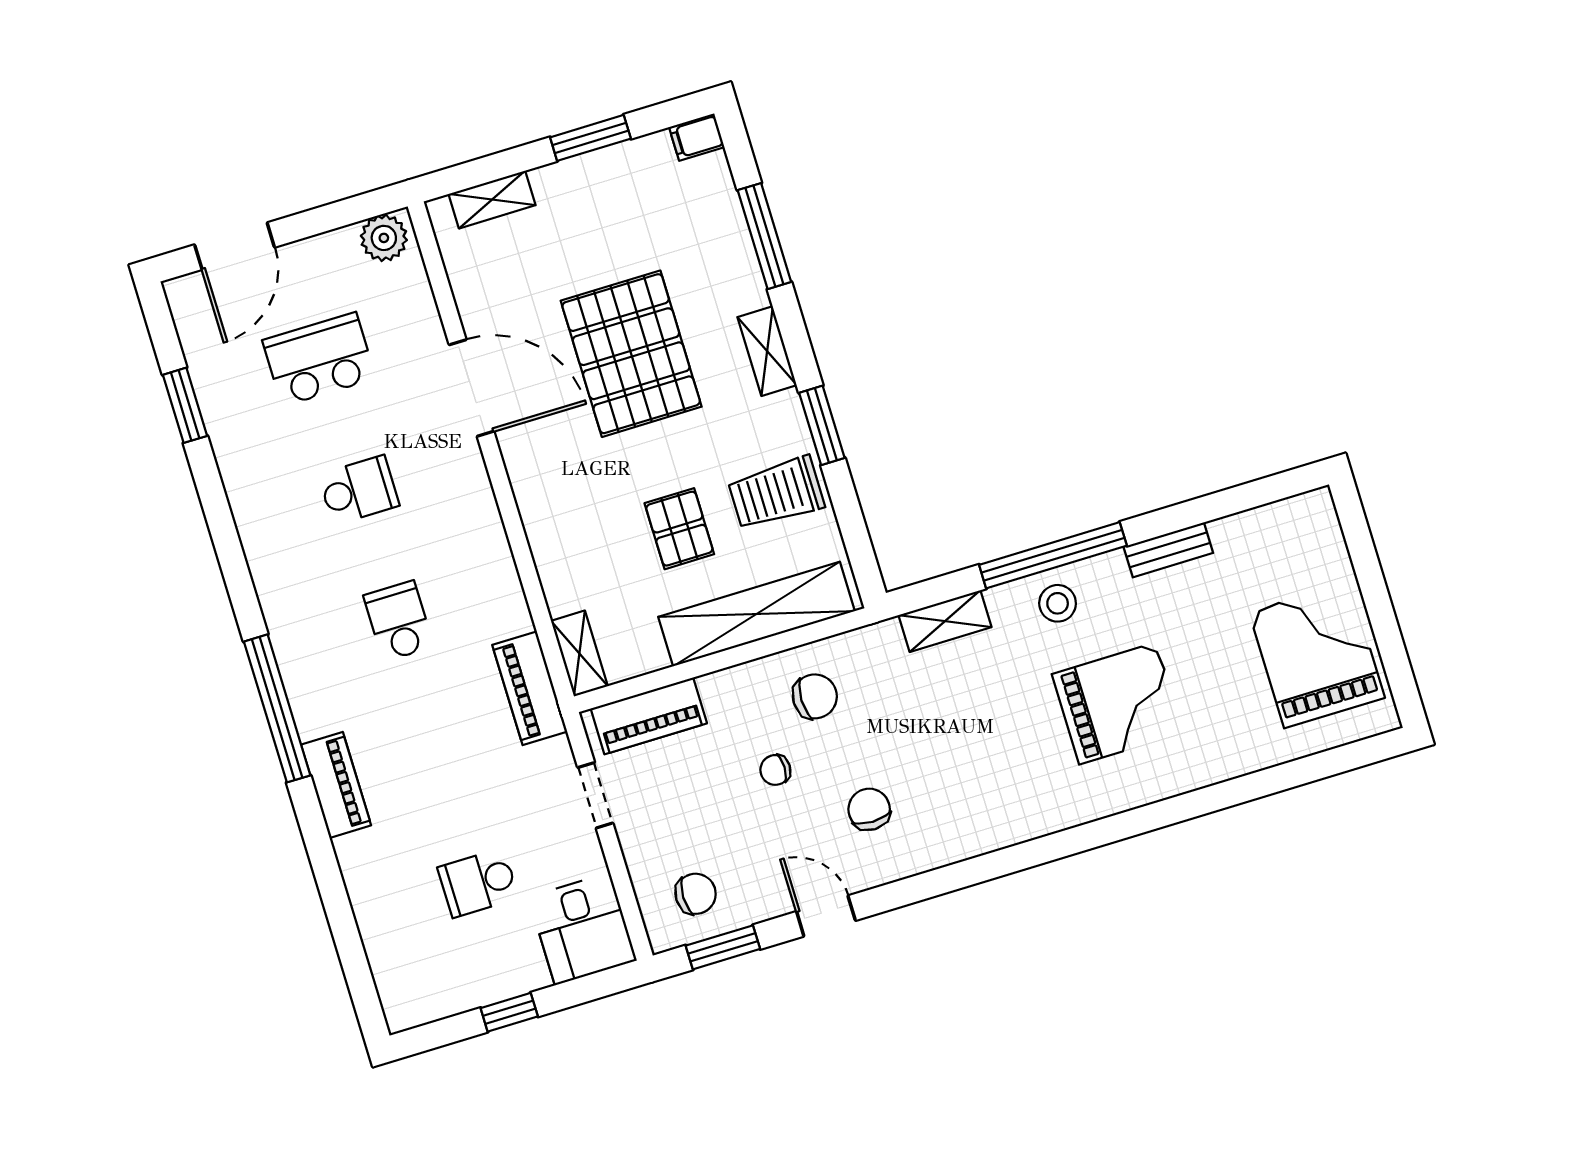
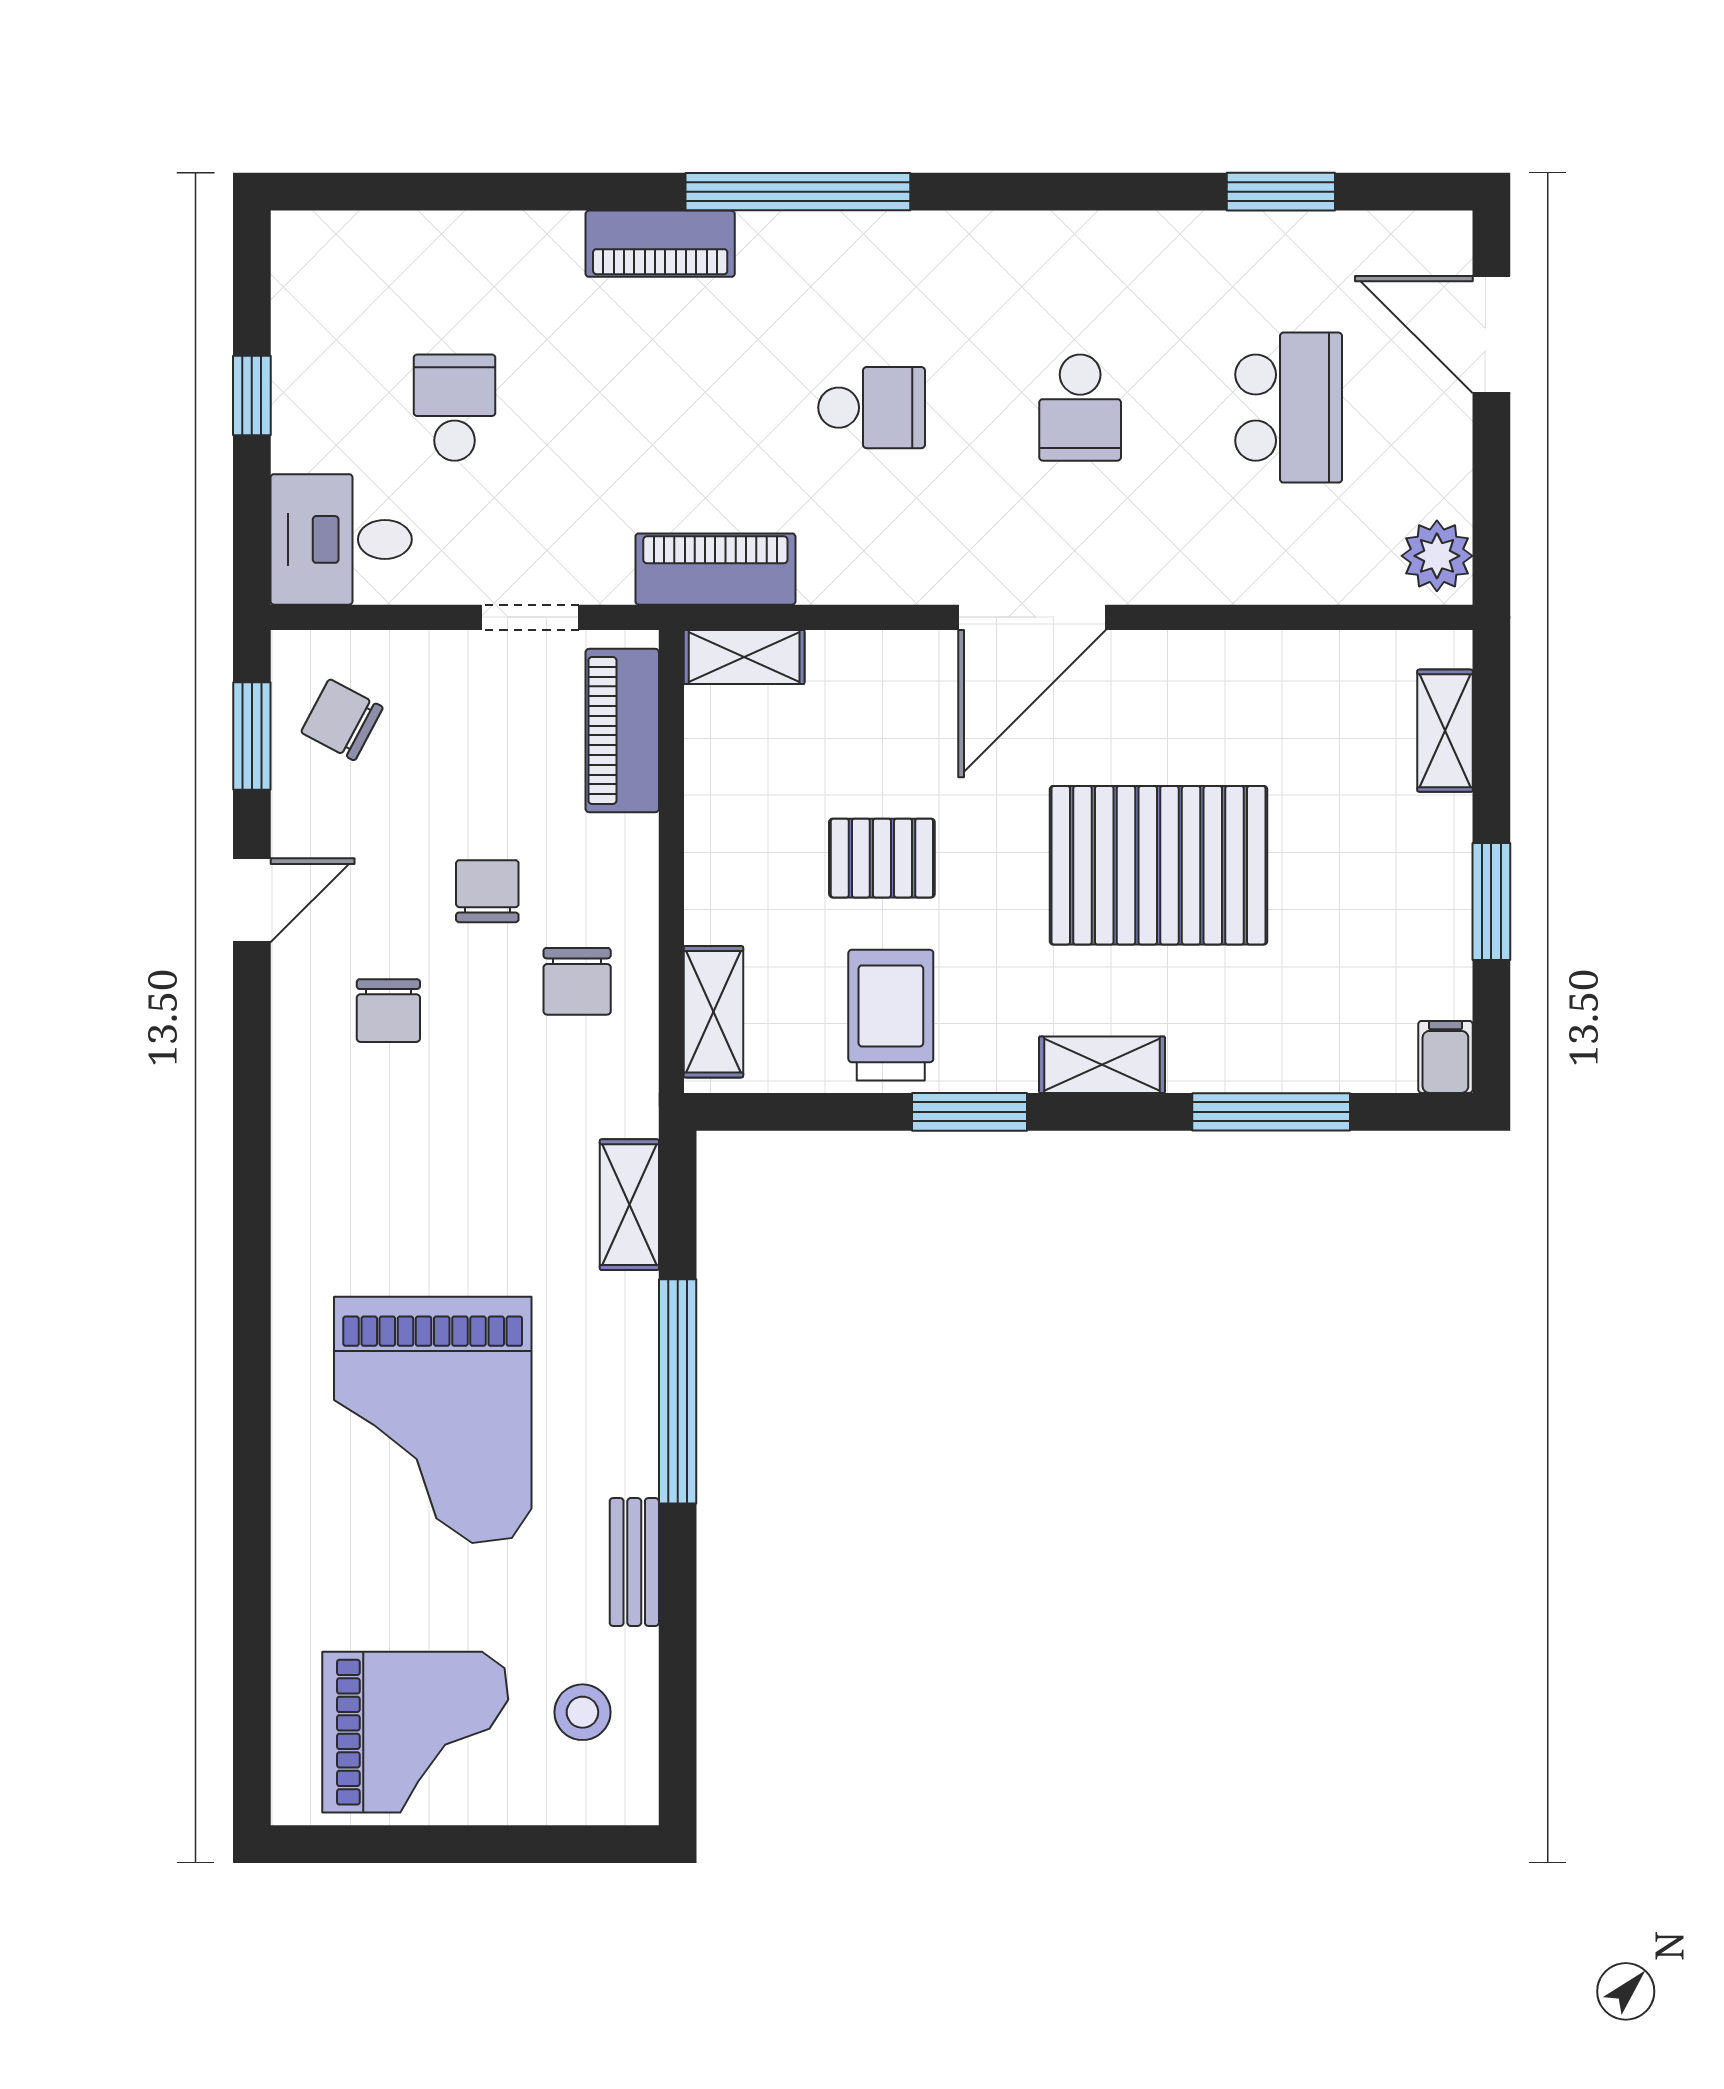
door: (472, 388) -> (1032, 617), moved
stool: (1058, 603) -> (582, 1712), moved
shelving: (756, 614) -> (713, 1012), width x0.45, depth x0.75
grand piano: (1118, 703) -> (433, 1420), width x1.37, depth x1.48
chair: (775, 770) -> (487, 891), width x1.37, depth x1.37
chair: (869, 809) -> (388, 1011), turned 90
chair: (696, 894) -> (342, 720), turned 118

